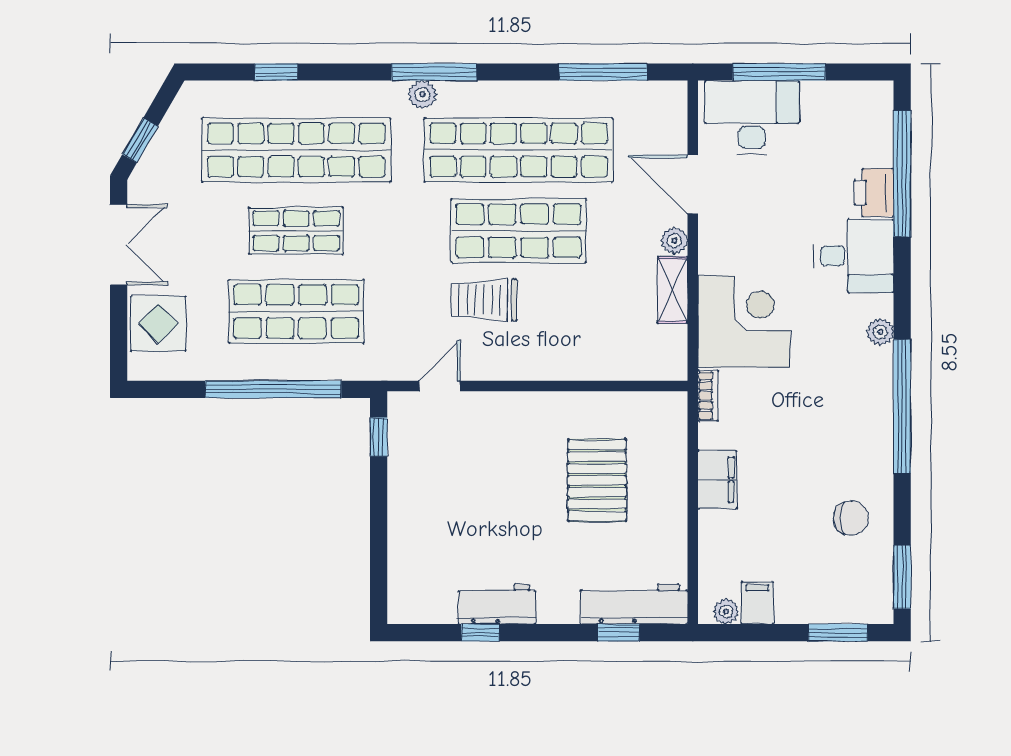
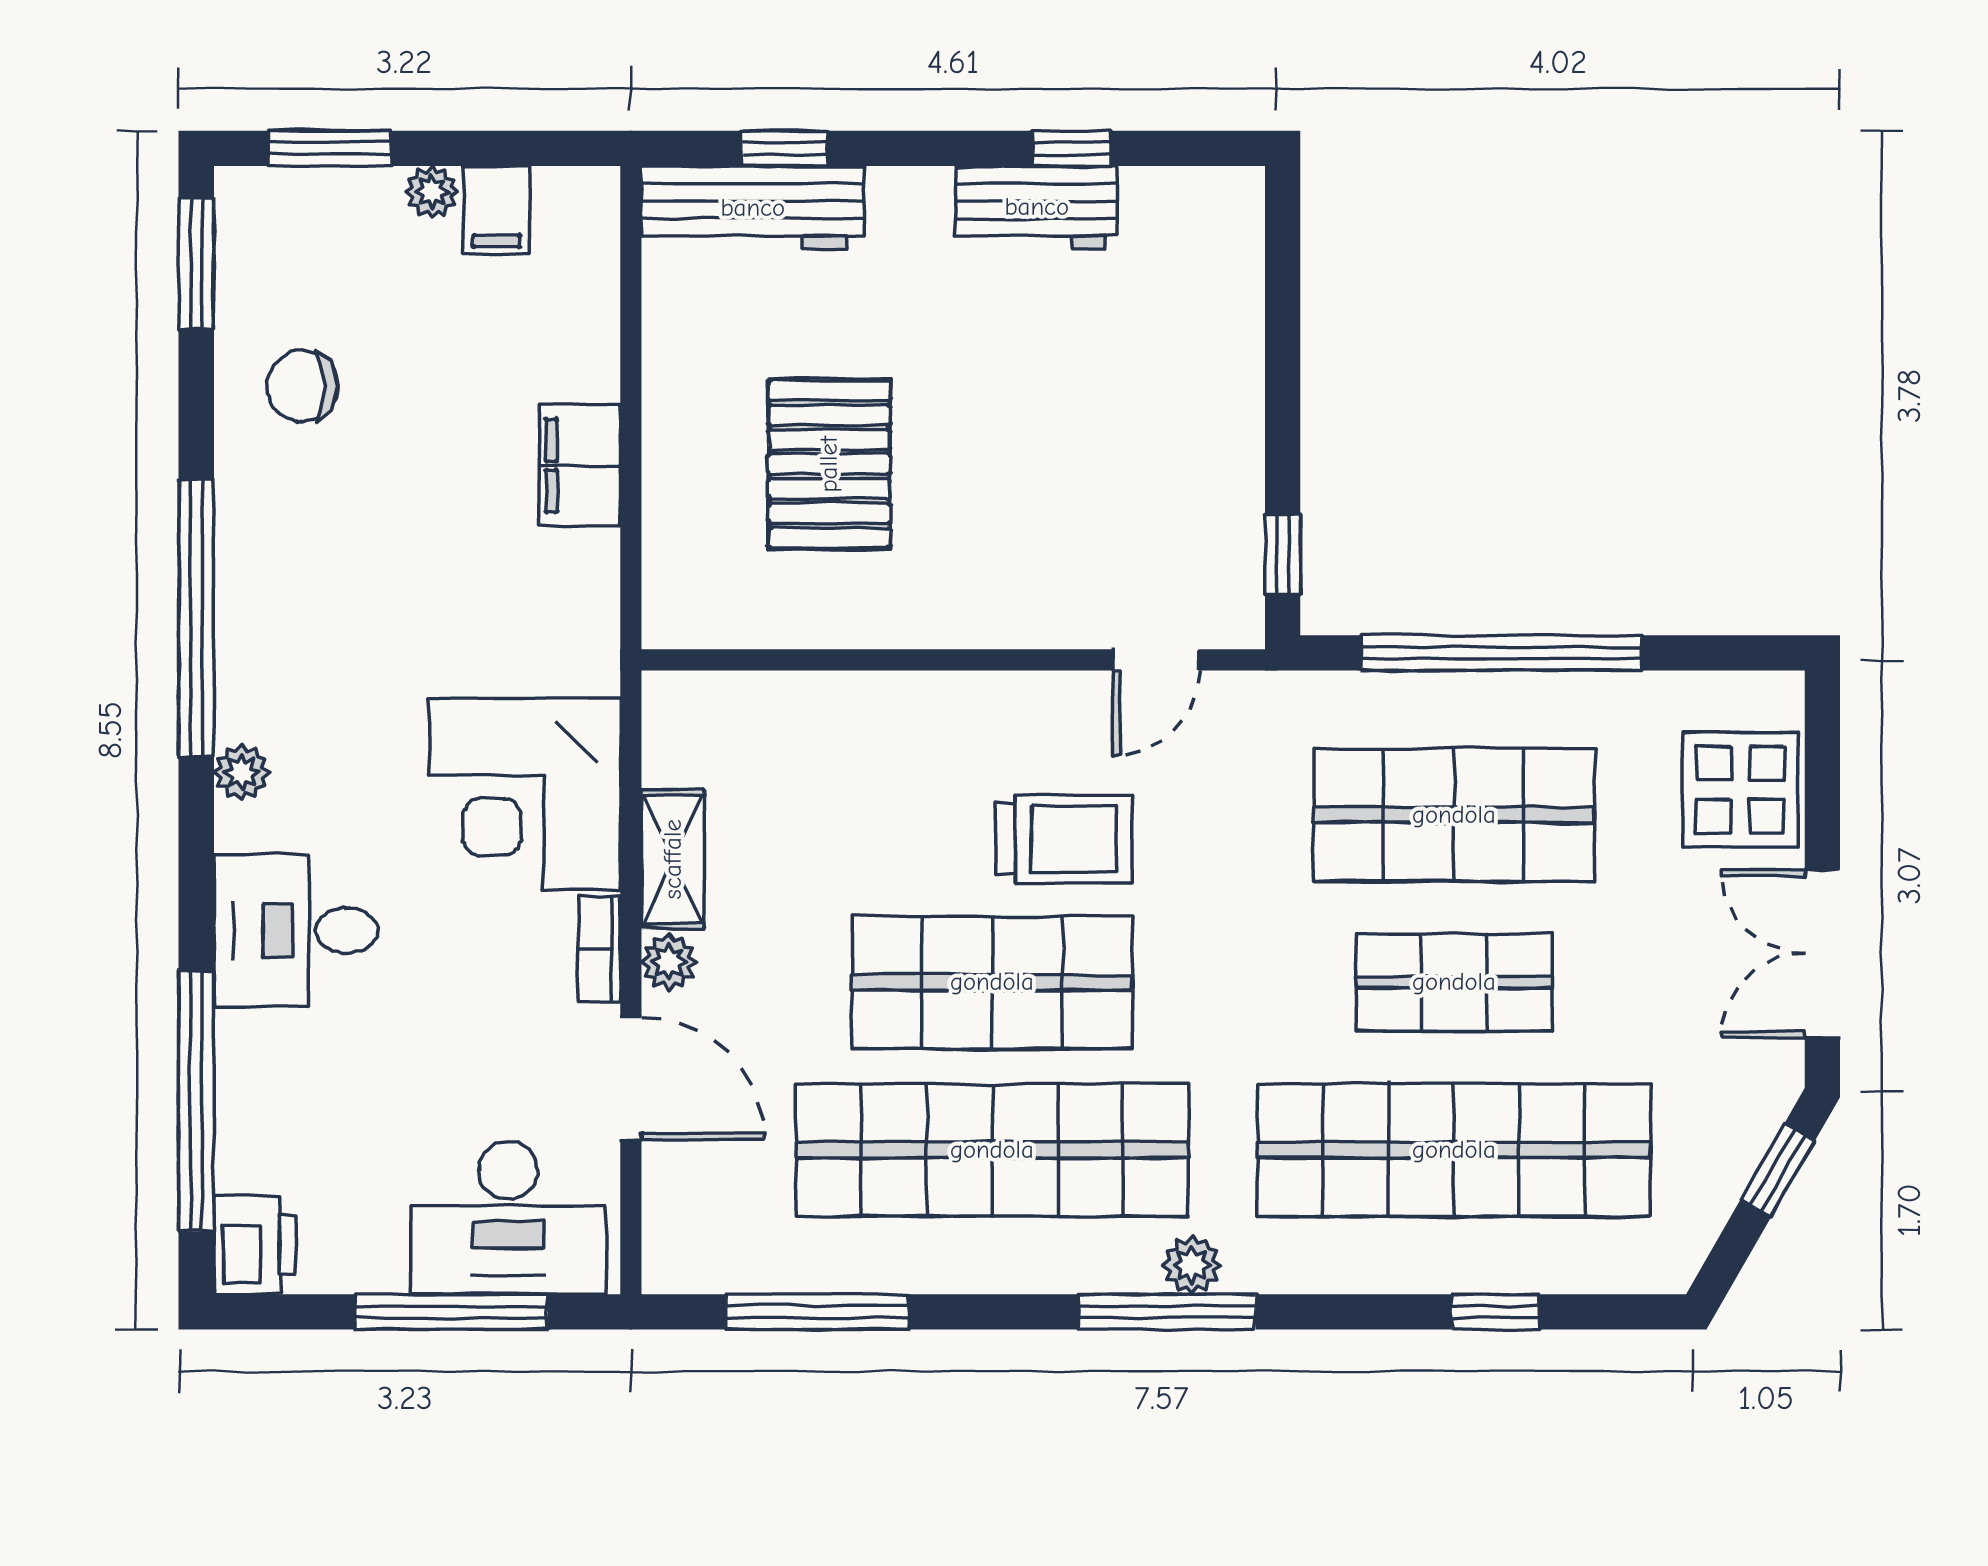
printer: (874, 192) -> (255, 1245), moved
bookcase: (708, 396) -> (599, 949), moved
plant: (726, 612) -> (432, 192), moved

